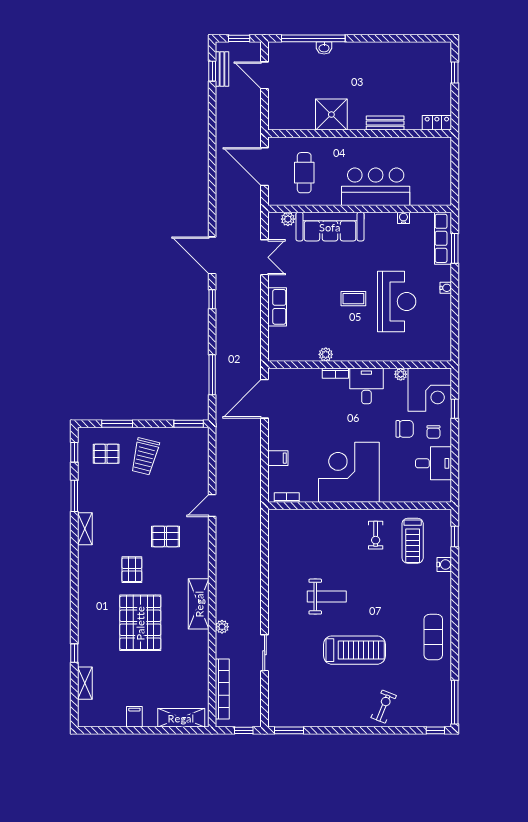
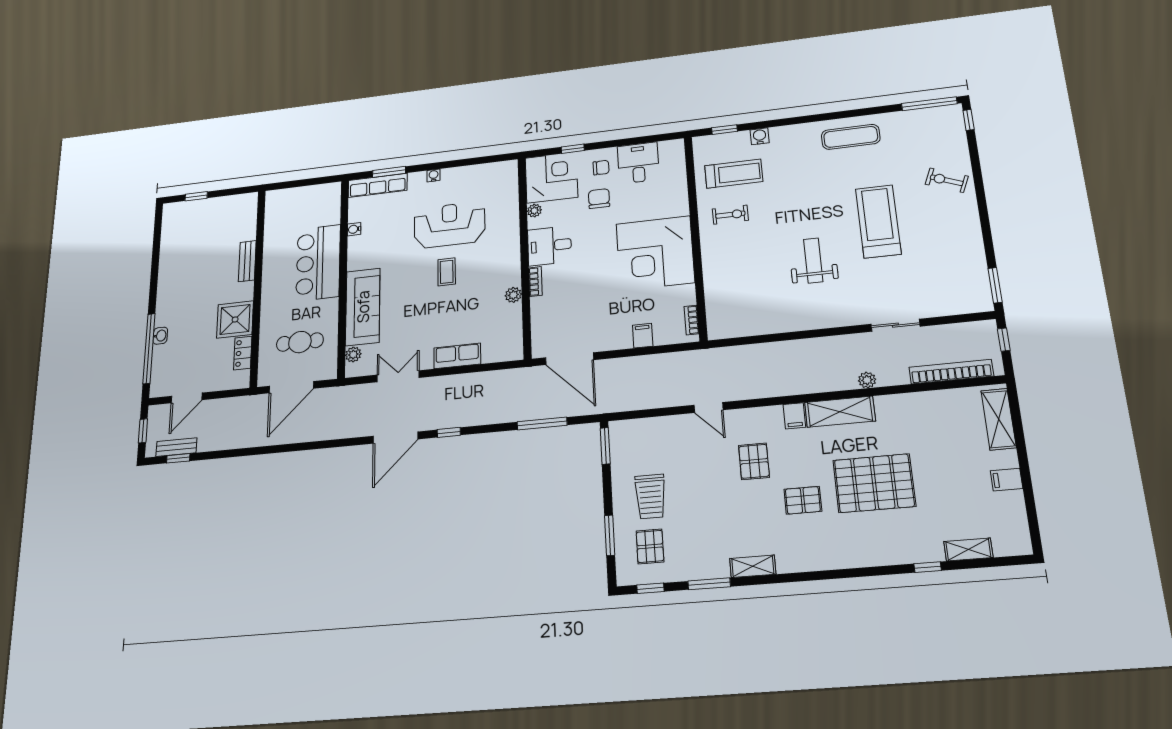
locker: (437, 123) -> (243, 353), moved
trolley: (145, 456) -> (650, 497), turned 76
filing cabinet: (199, 570) -> (794, 416), added

